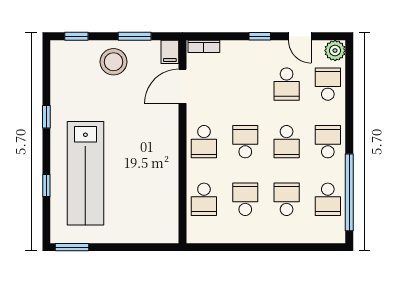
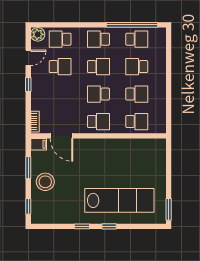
window: (46, 185) -> (109, 226), moved
school desk: (245, 199) -> (137, 94), turned 180

